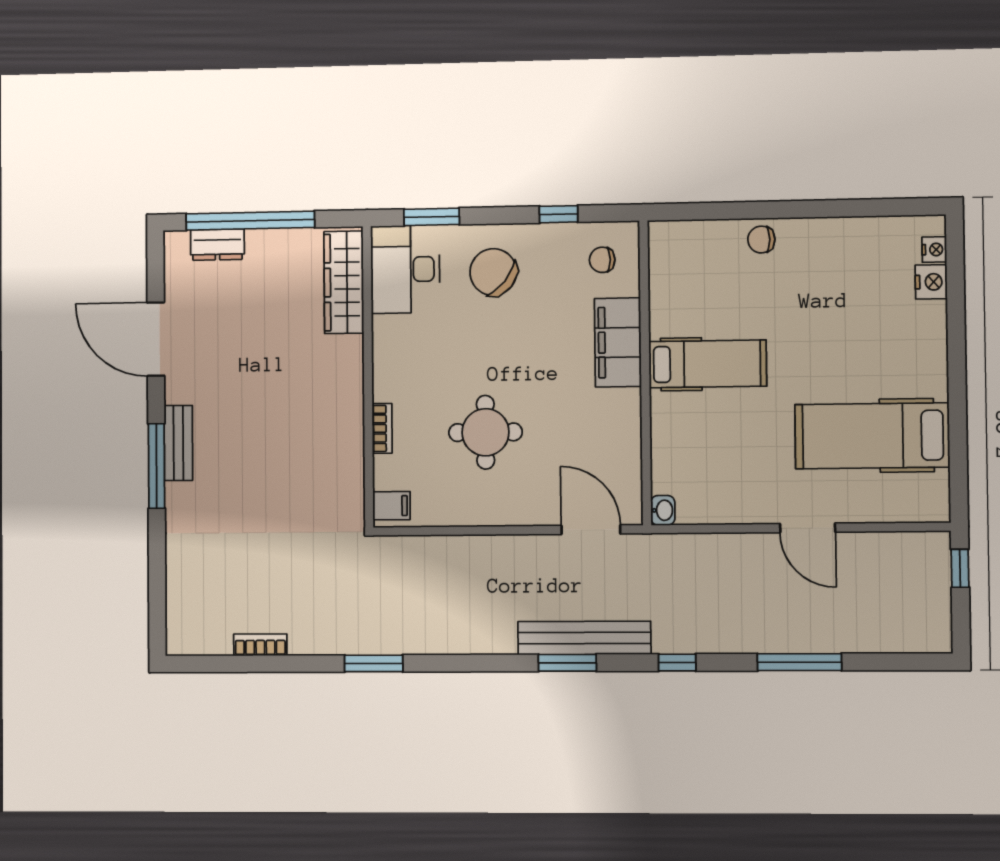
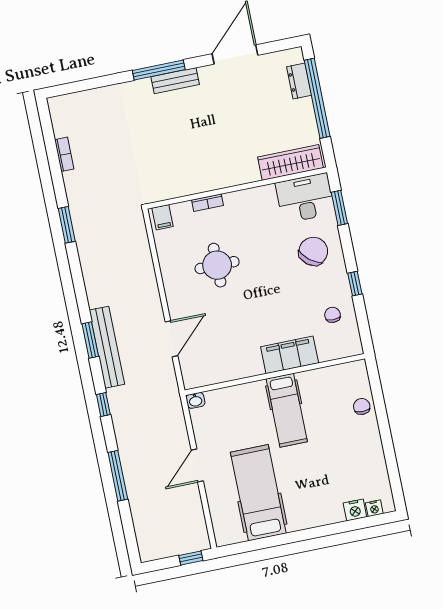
filing cabinet: (618, 342) -> (290, 355), moved
hospital bed: (708, 364) -> (287, 410), moved
wall: (645, 373) -> (275, 374), moved
washbasin: (663, 510) -> (195, 400), moved

